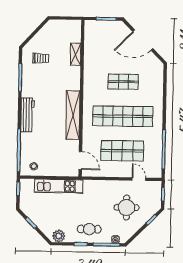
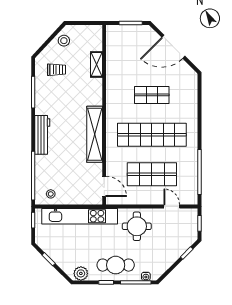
stool: (48, 33) -> (64, 41), added
kitchen unit: (59, 186) -> (80, 216), width x1.36
round table: (127, 207) -> (137, 226), moved
cafe table: (89, 229) -> (116, 265), width x1.37, depth x1.35

